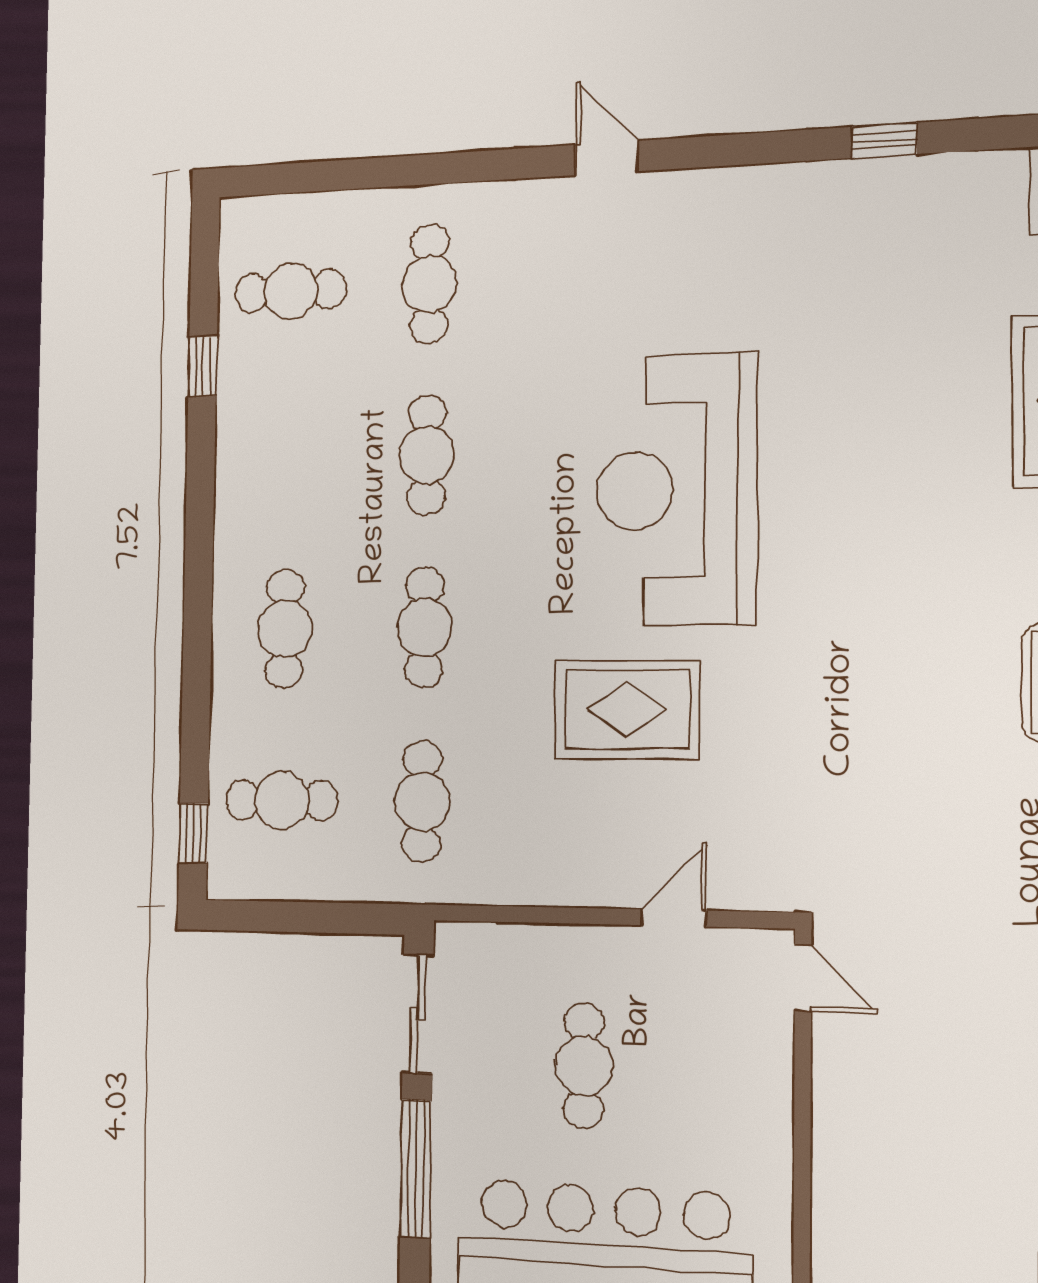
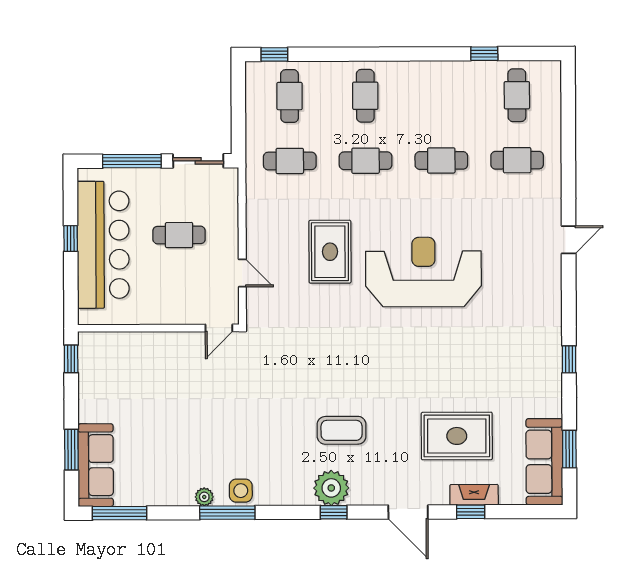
cafe table: (285, 629) -> (365, 96), turned 90

